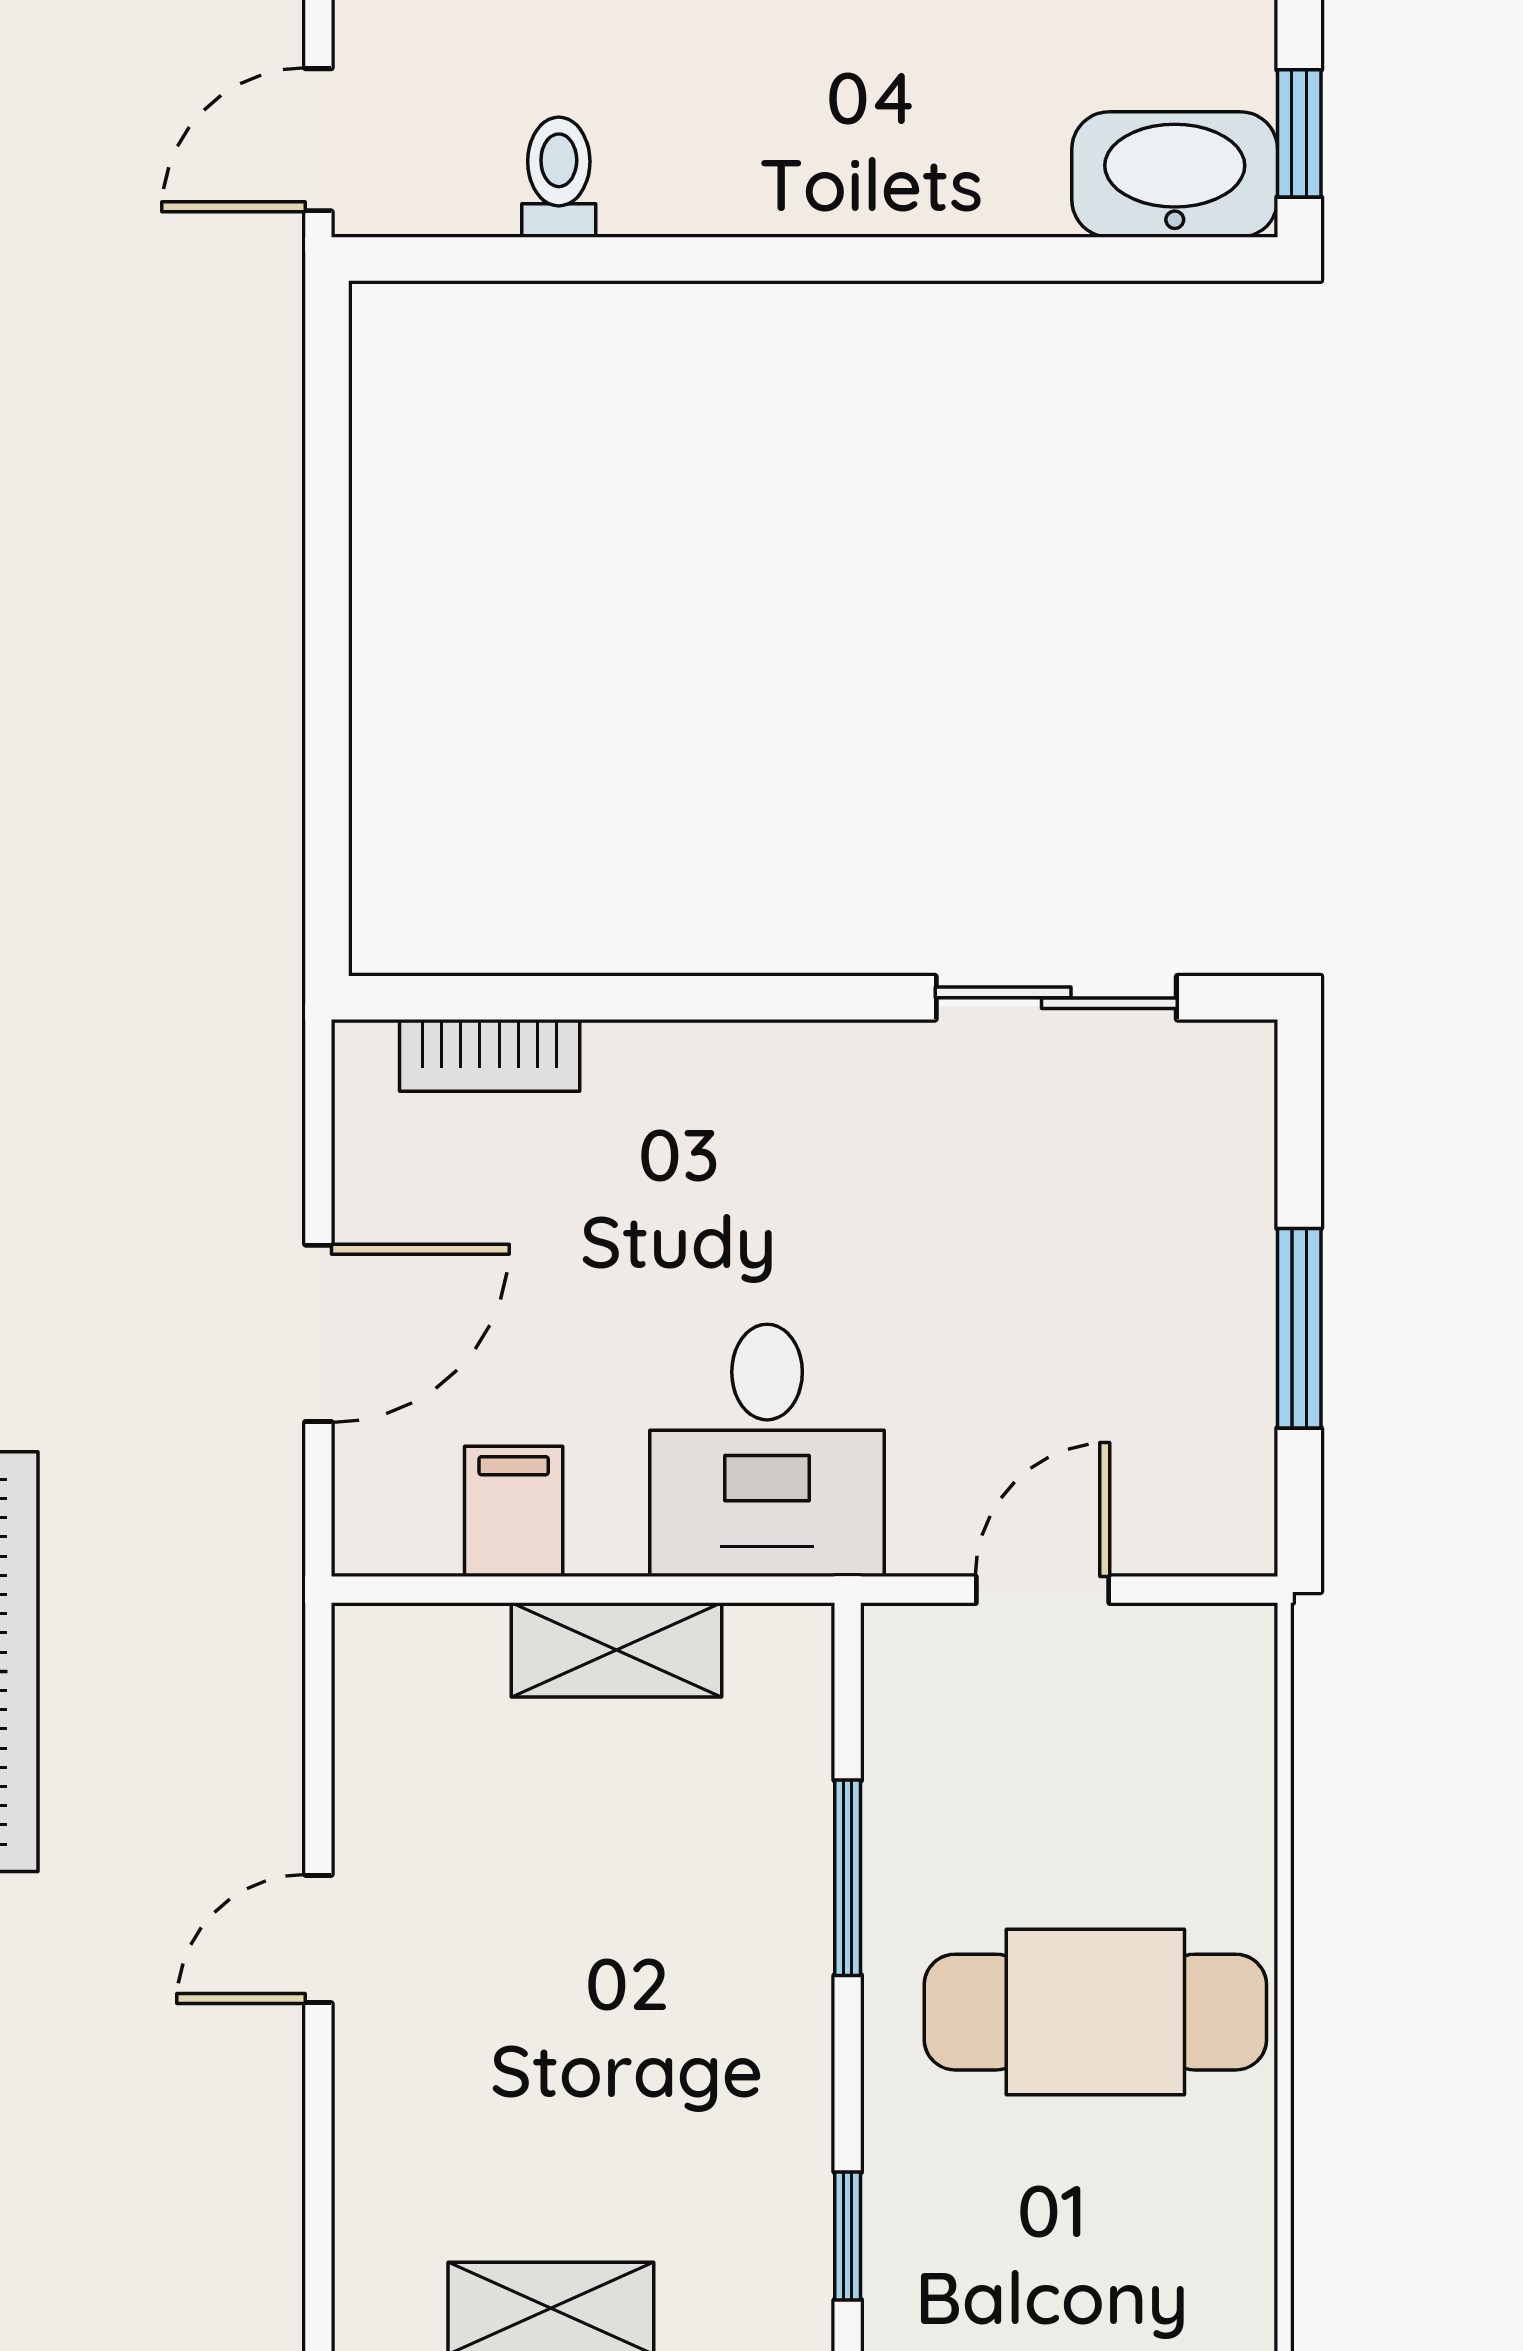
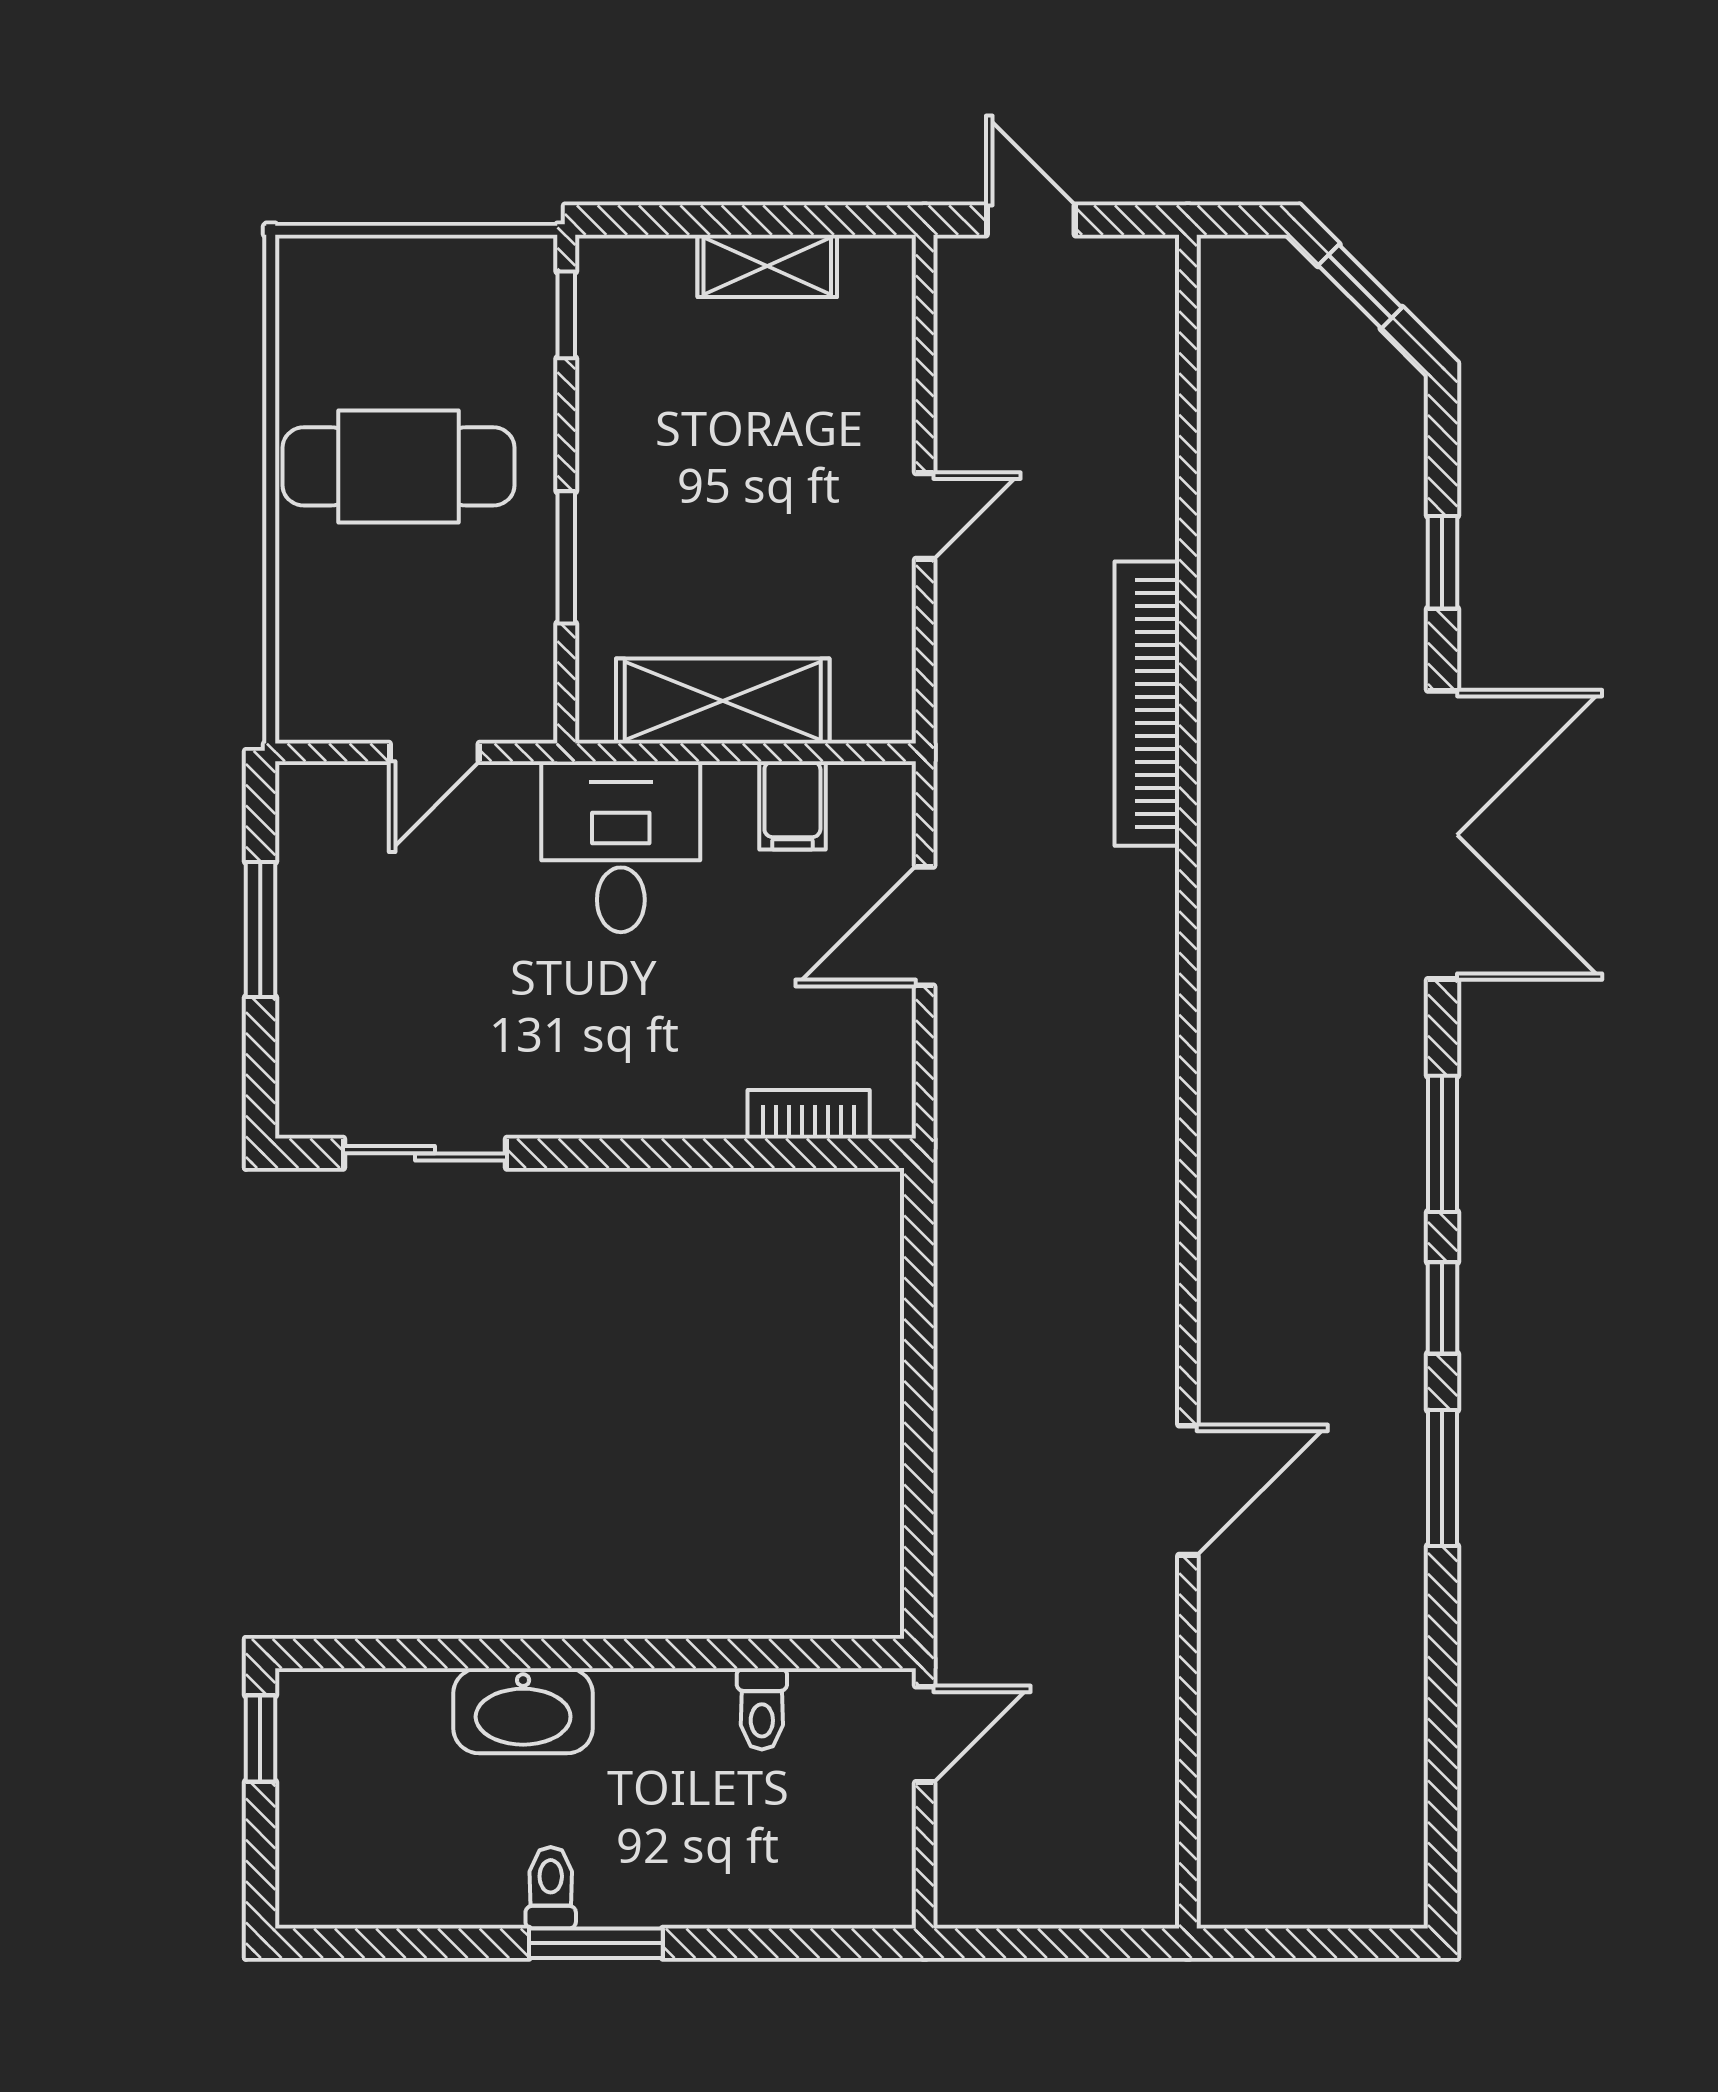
washbasin: (1175, 174) -> (523, 1711), moved
shelving: (617, 1650) -> (723, 701), width x1.50, depth x1.33

